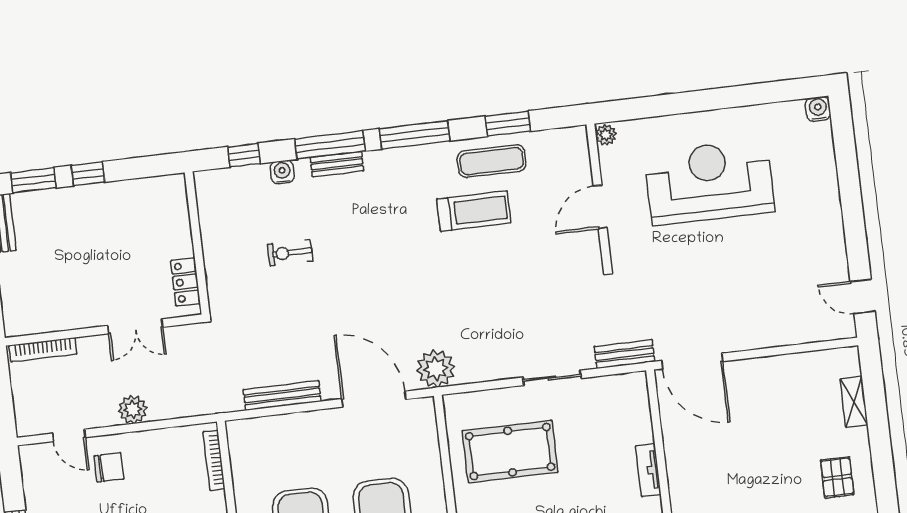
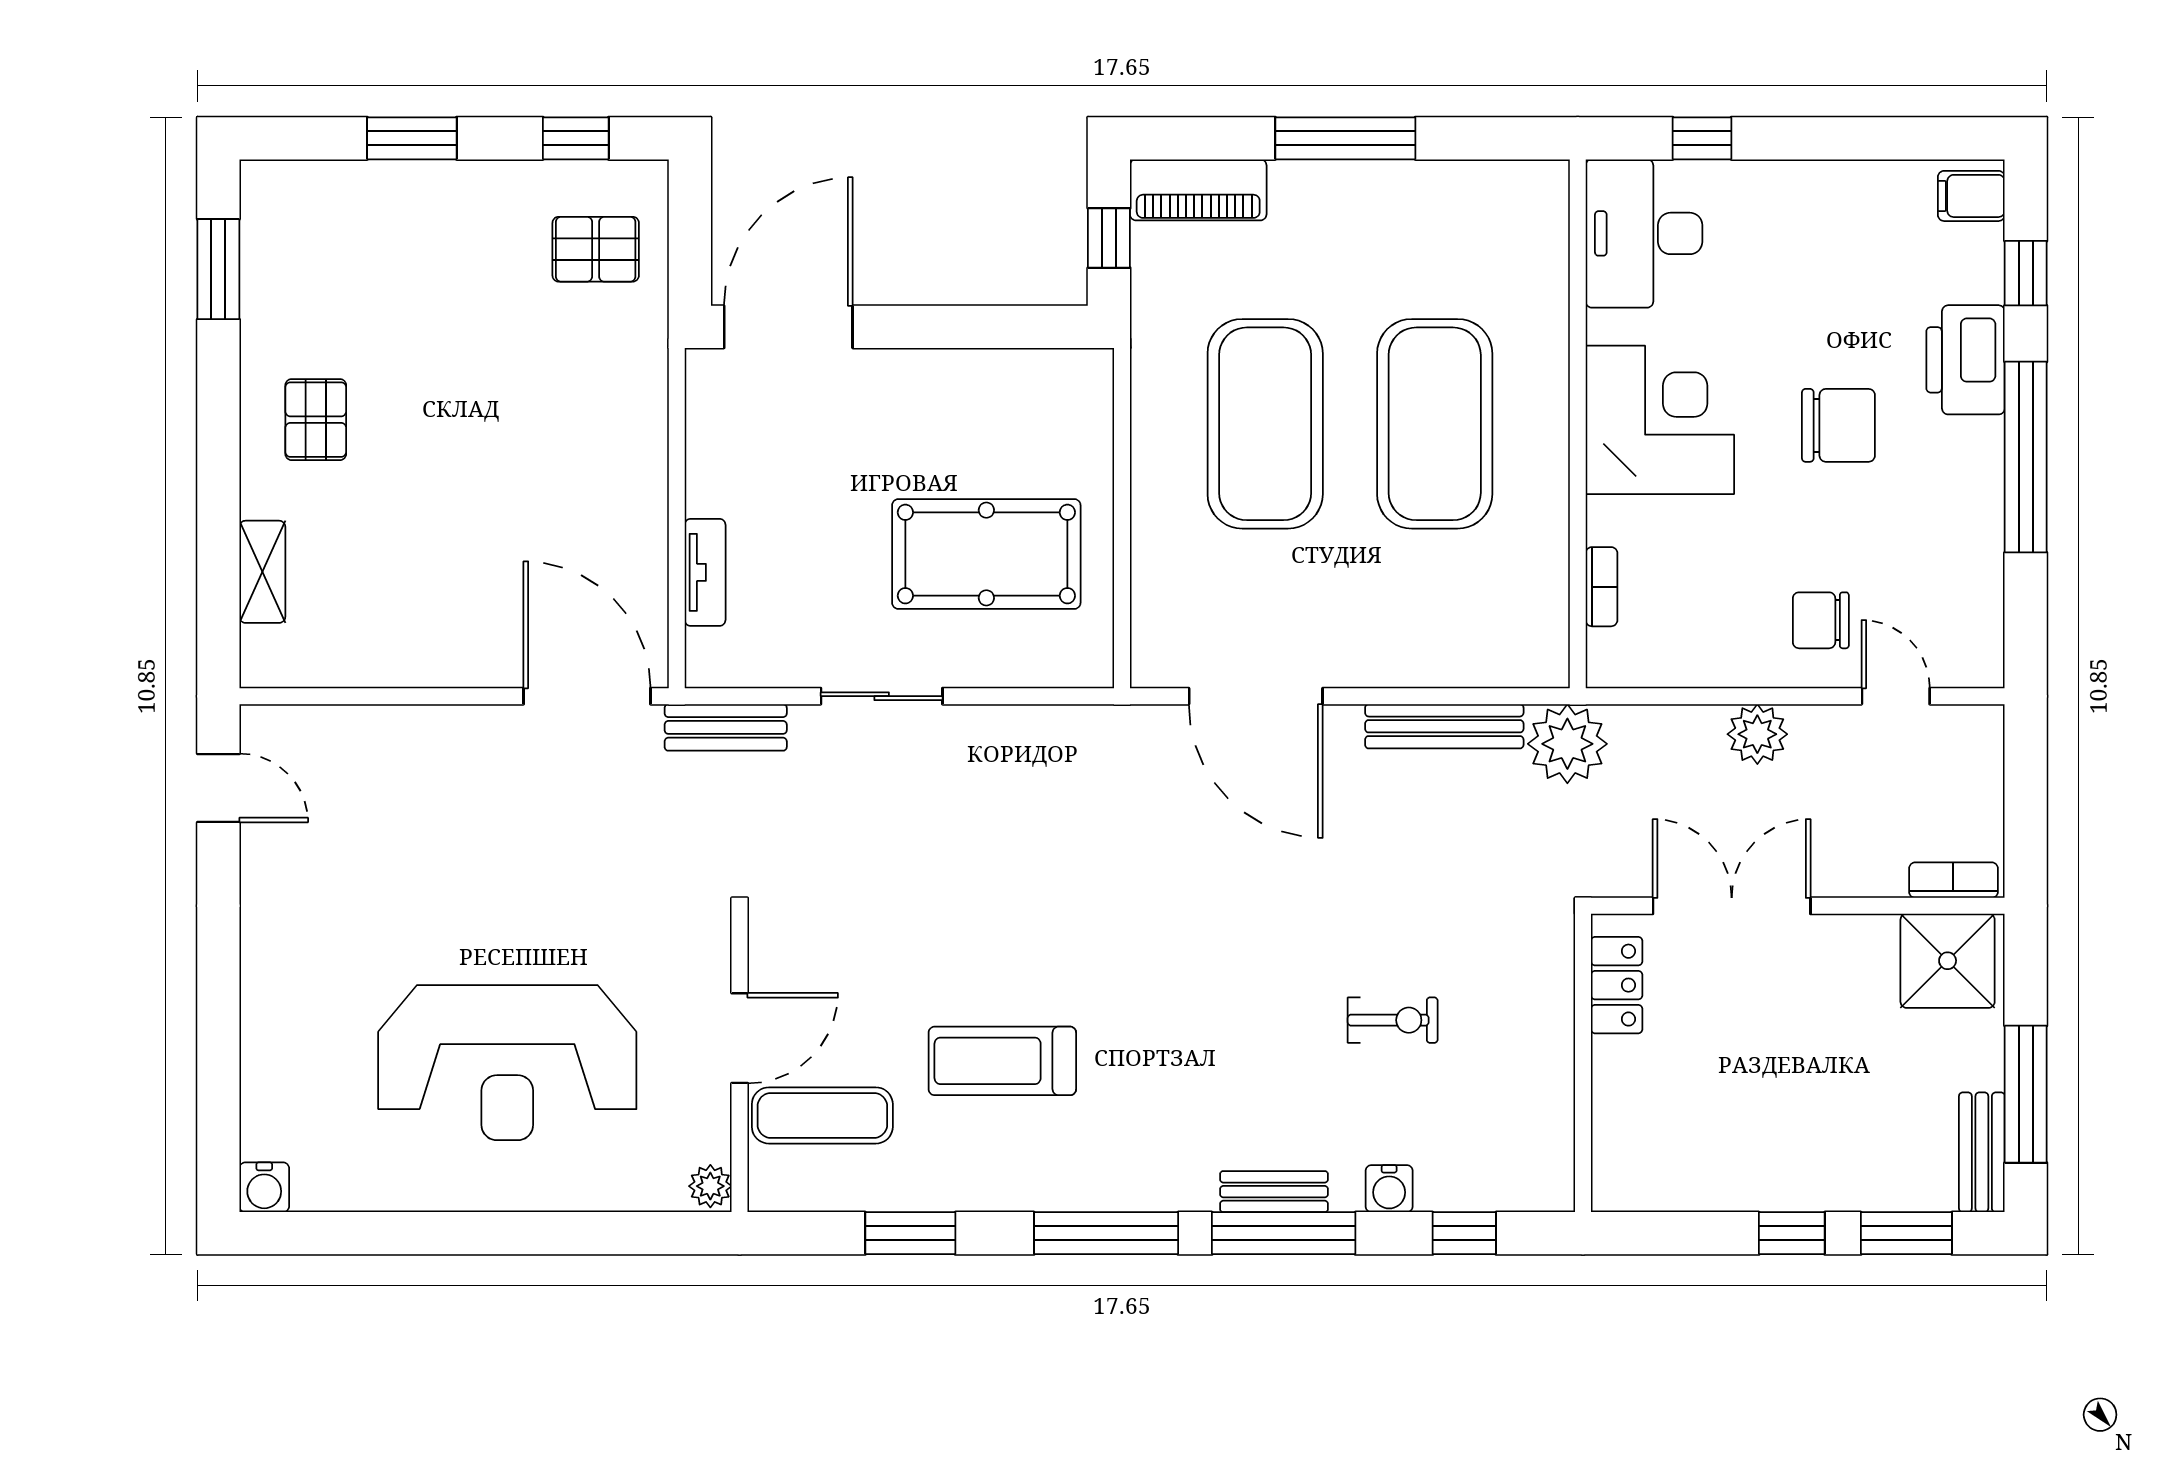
exercise mat: (492, 161) -> (822, 1115), moved
shower: (29, 312) -> (1948, 961), added
double door: (135, 326) -> (1732, 906), width x1.37
bookcase: (43, 350) -> (1953, 880), width x0.64
plant: (436, 369) -> (1567, 744), moved
bookcase: (214, 460) -> (1601, 587), width x0.64
tv unit: (648, 470) -> (705, 572), moved

